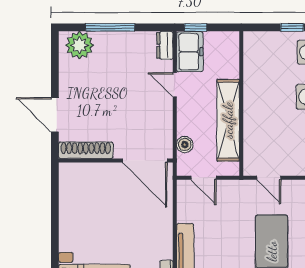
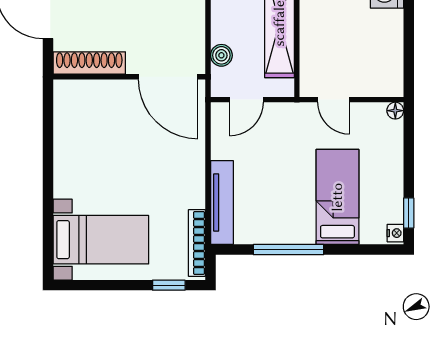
door: (204, 178) -> (247, 100), hinge flipped

